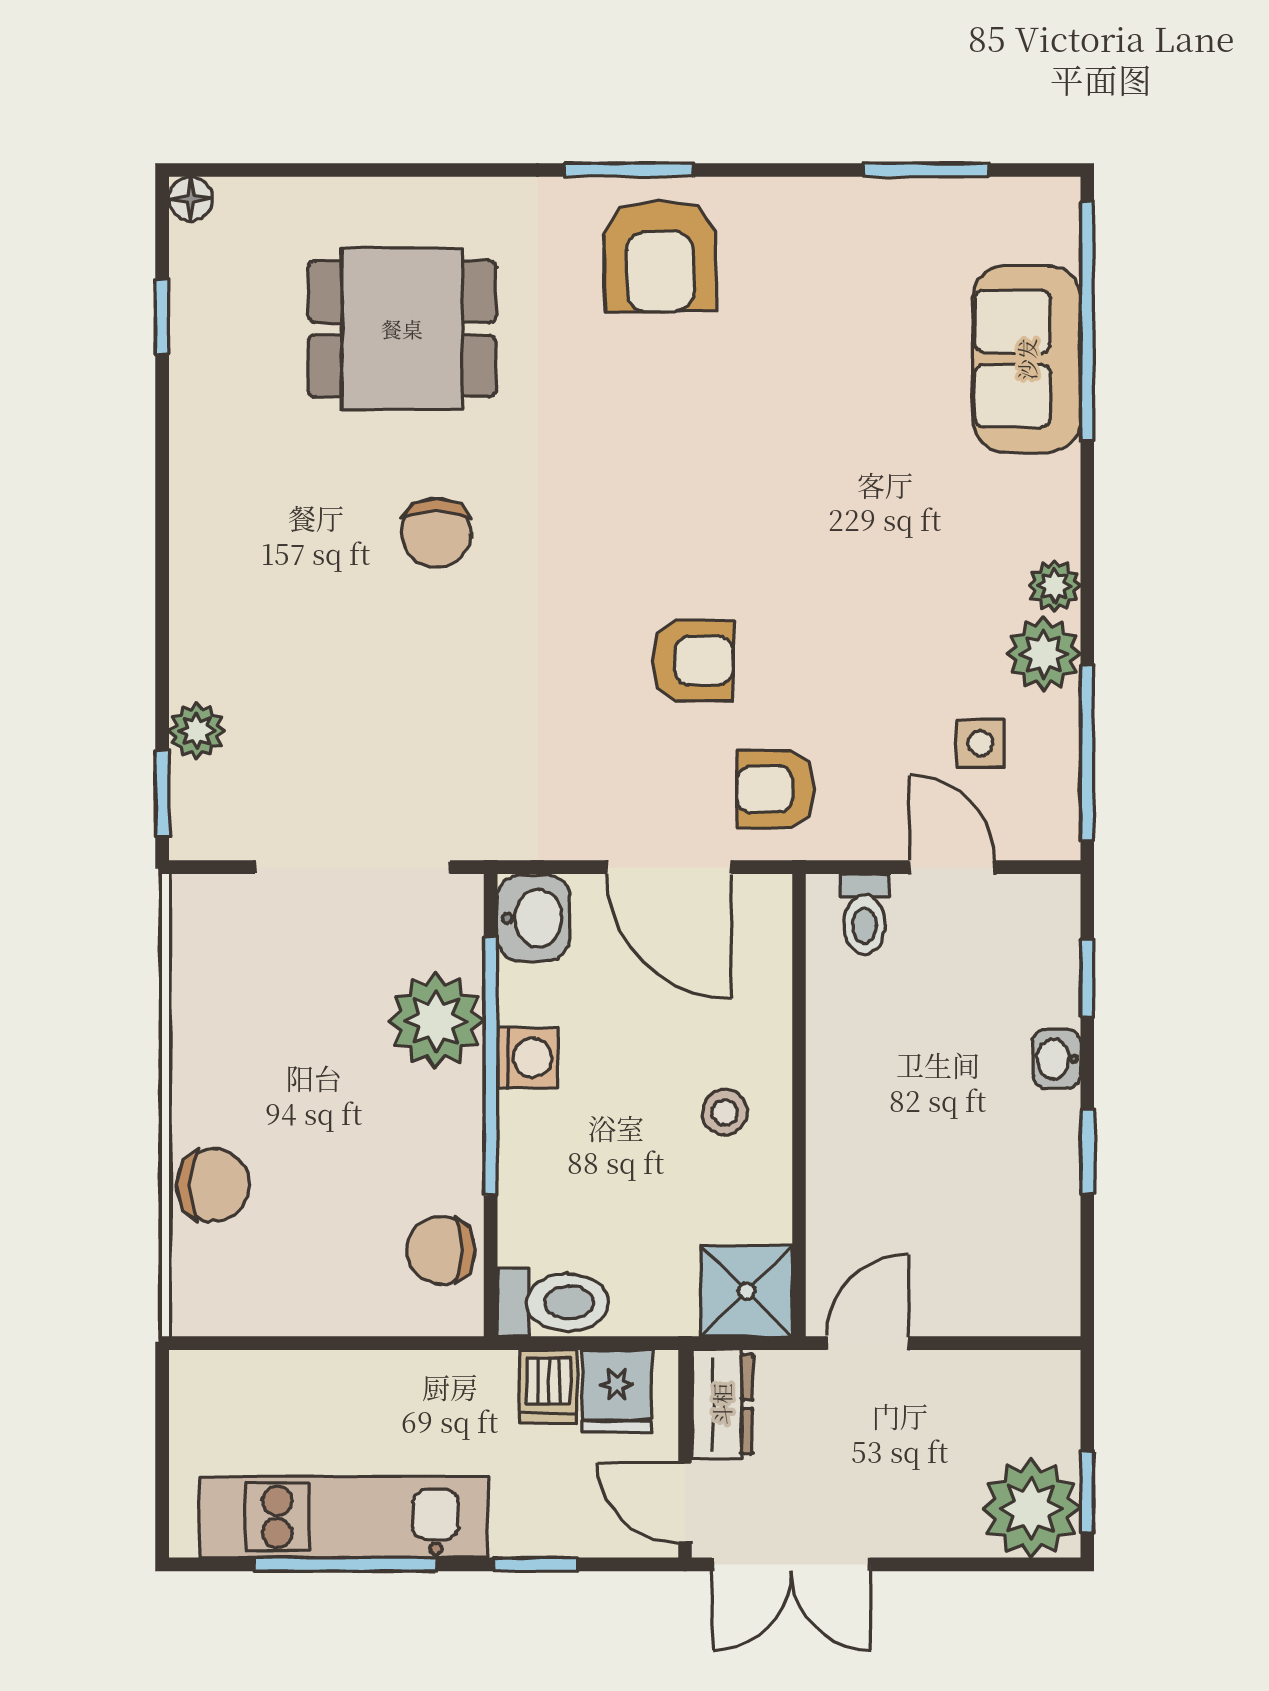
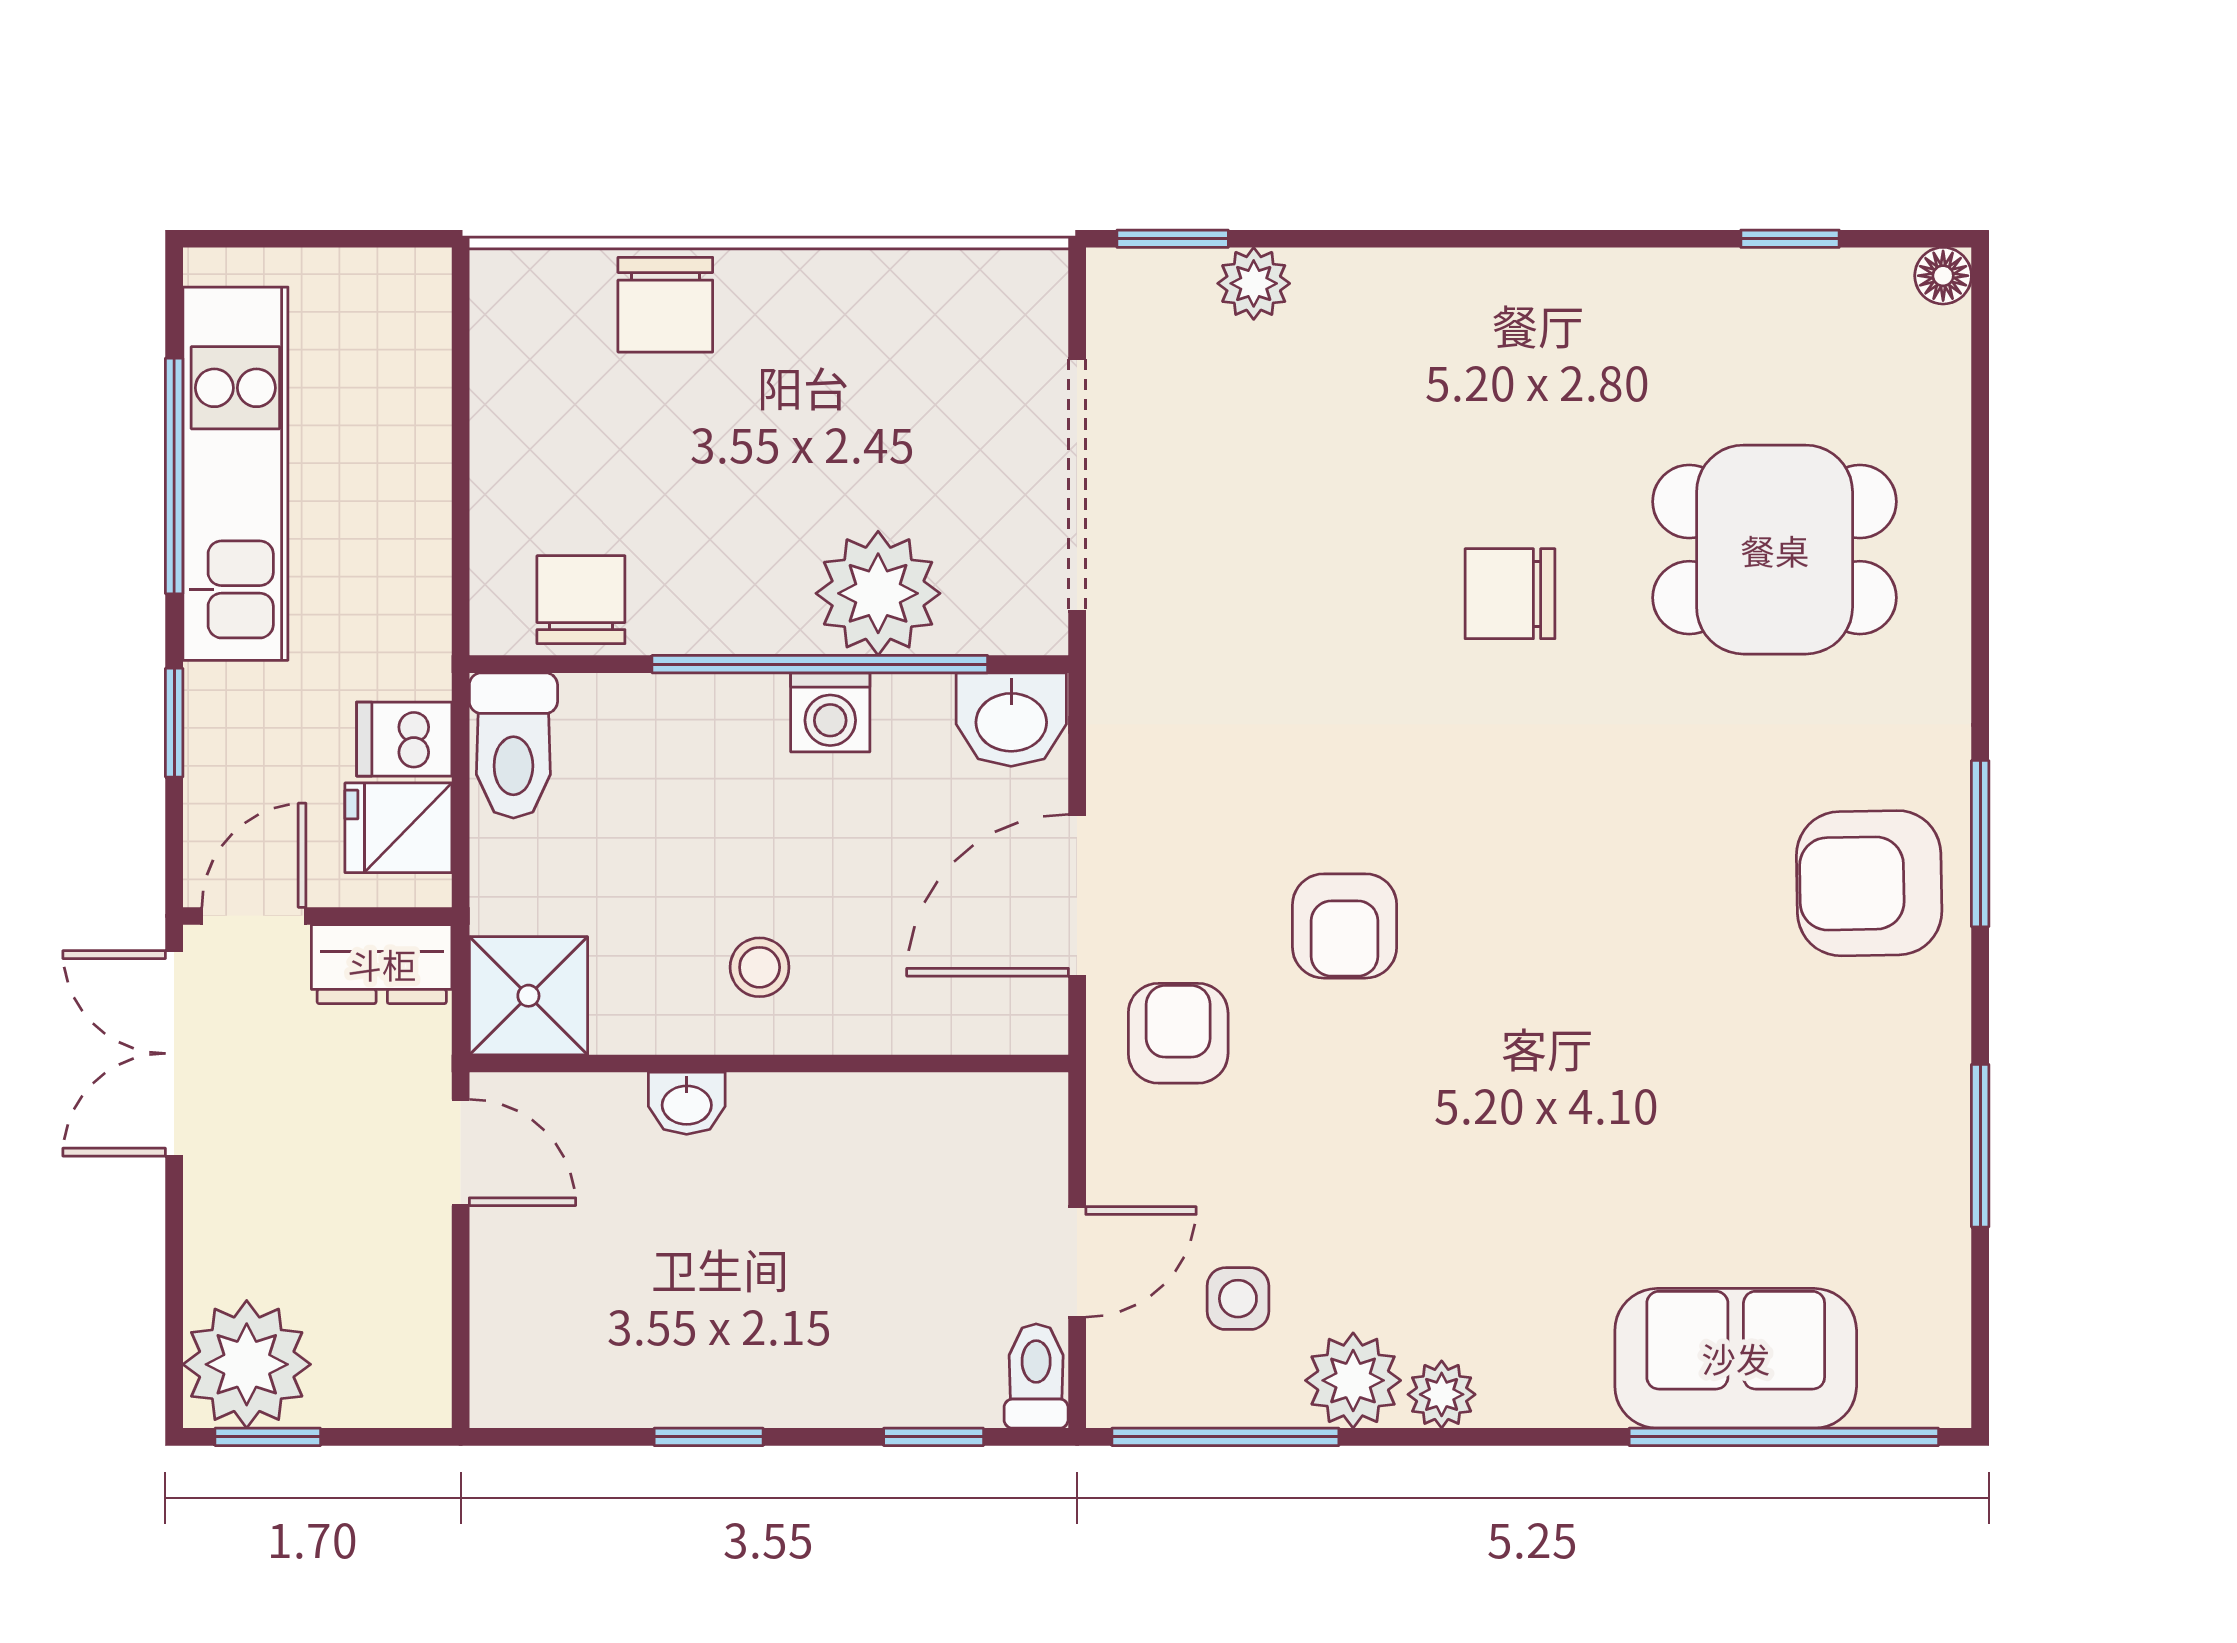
window: (926, 170) -> (1980, 1146), moved
dining table: (402, 329) -> (1775, 550), turned 90
toilet: (865, 914) -> (1036, 1376), moved, turned 90
washbasin: (1057, 1059) -> (687, 1103), moved, turned 180

